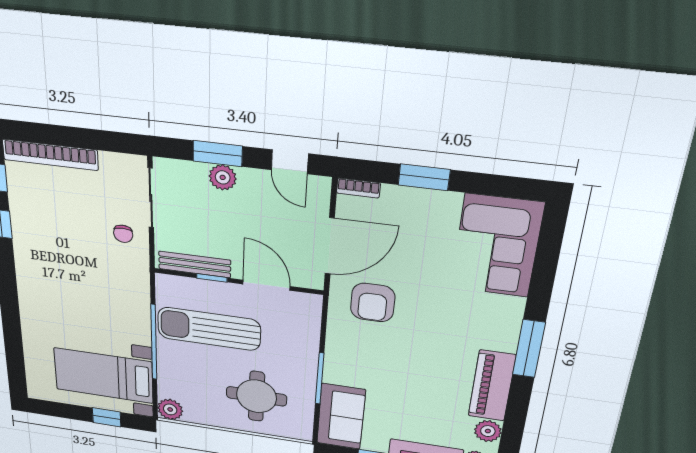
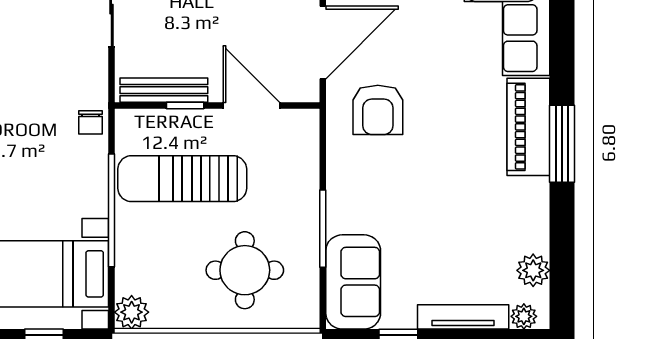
chair: (123, 234) -> (90, 122), moved
piano: (492, 386) -> (528, 127), moved

